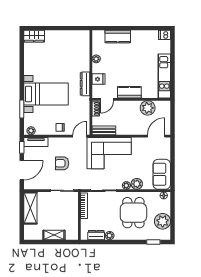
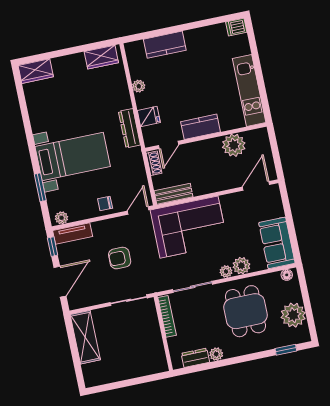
wardrobe: (77, 36) -> (101, 57), added
shelving: (54, 235) -> (130, 371), removed

